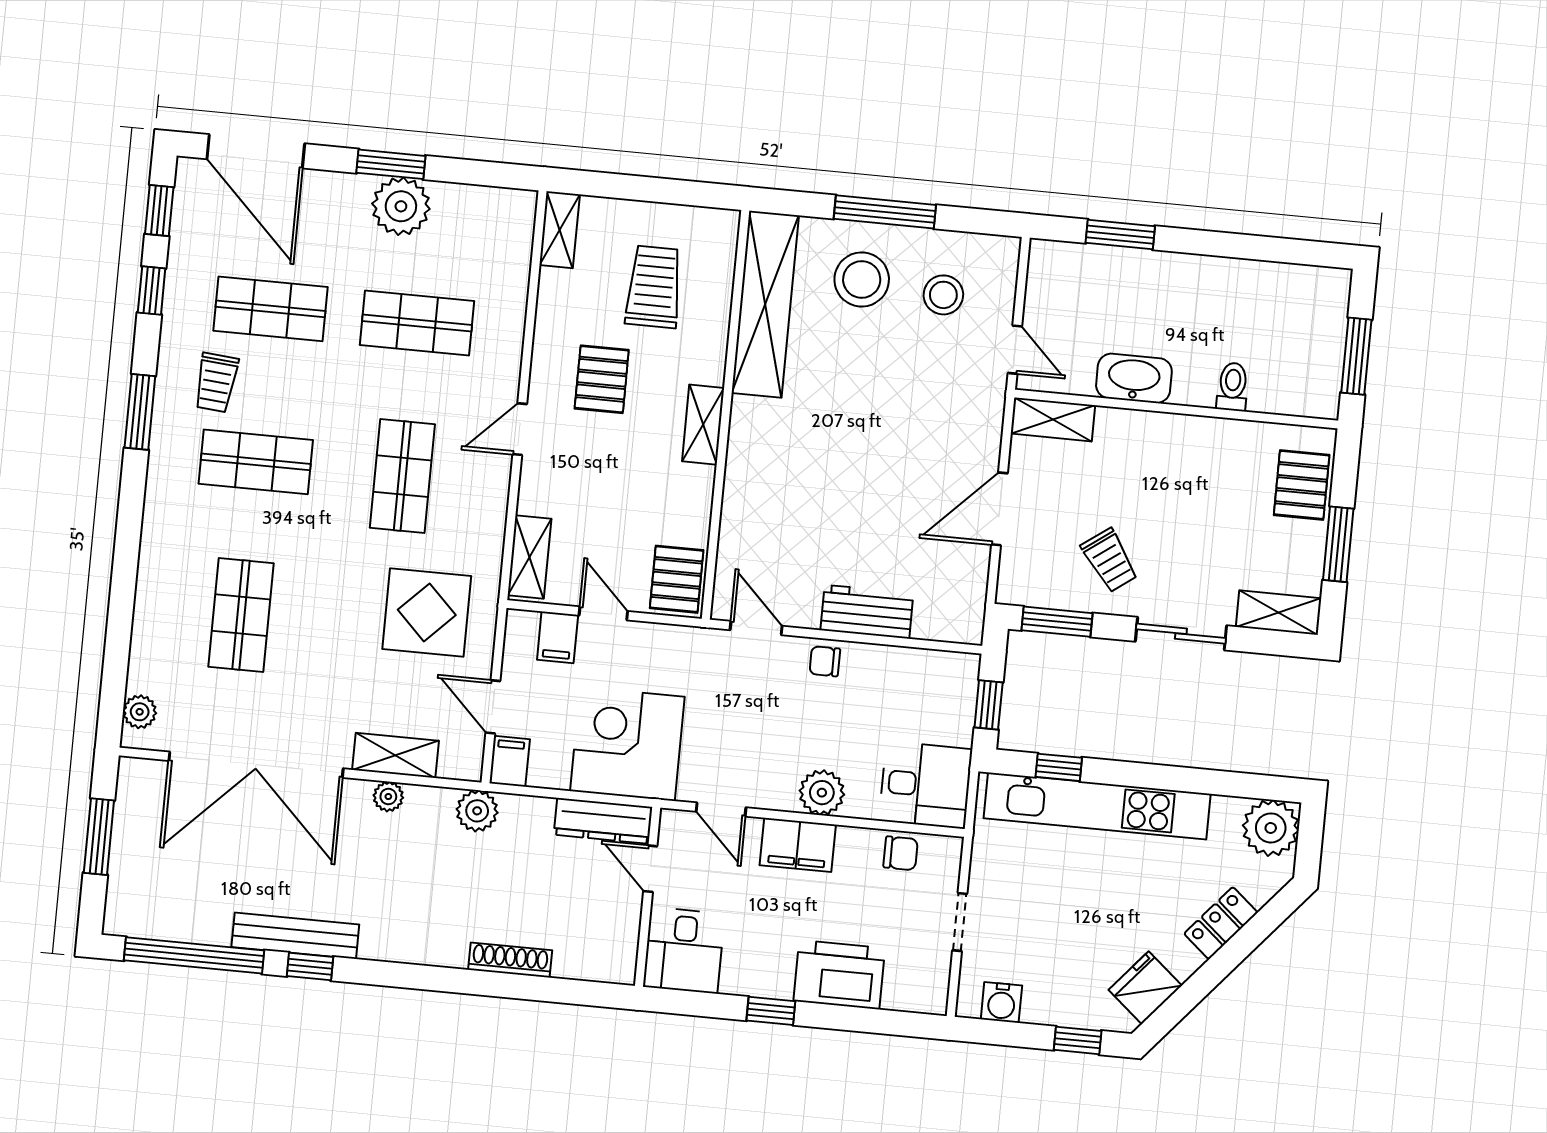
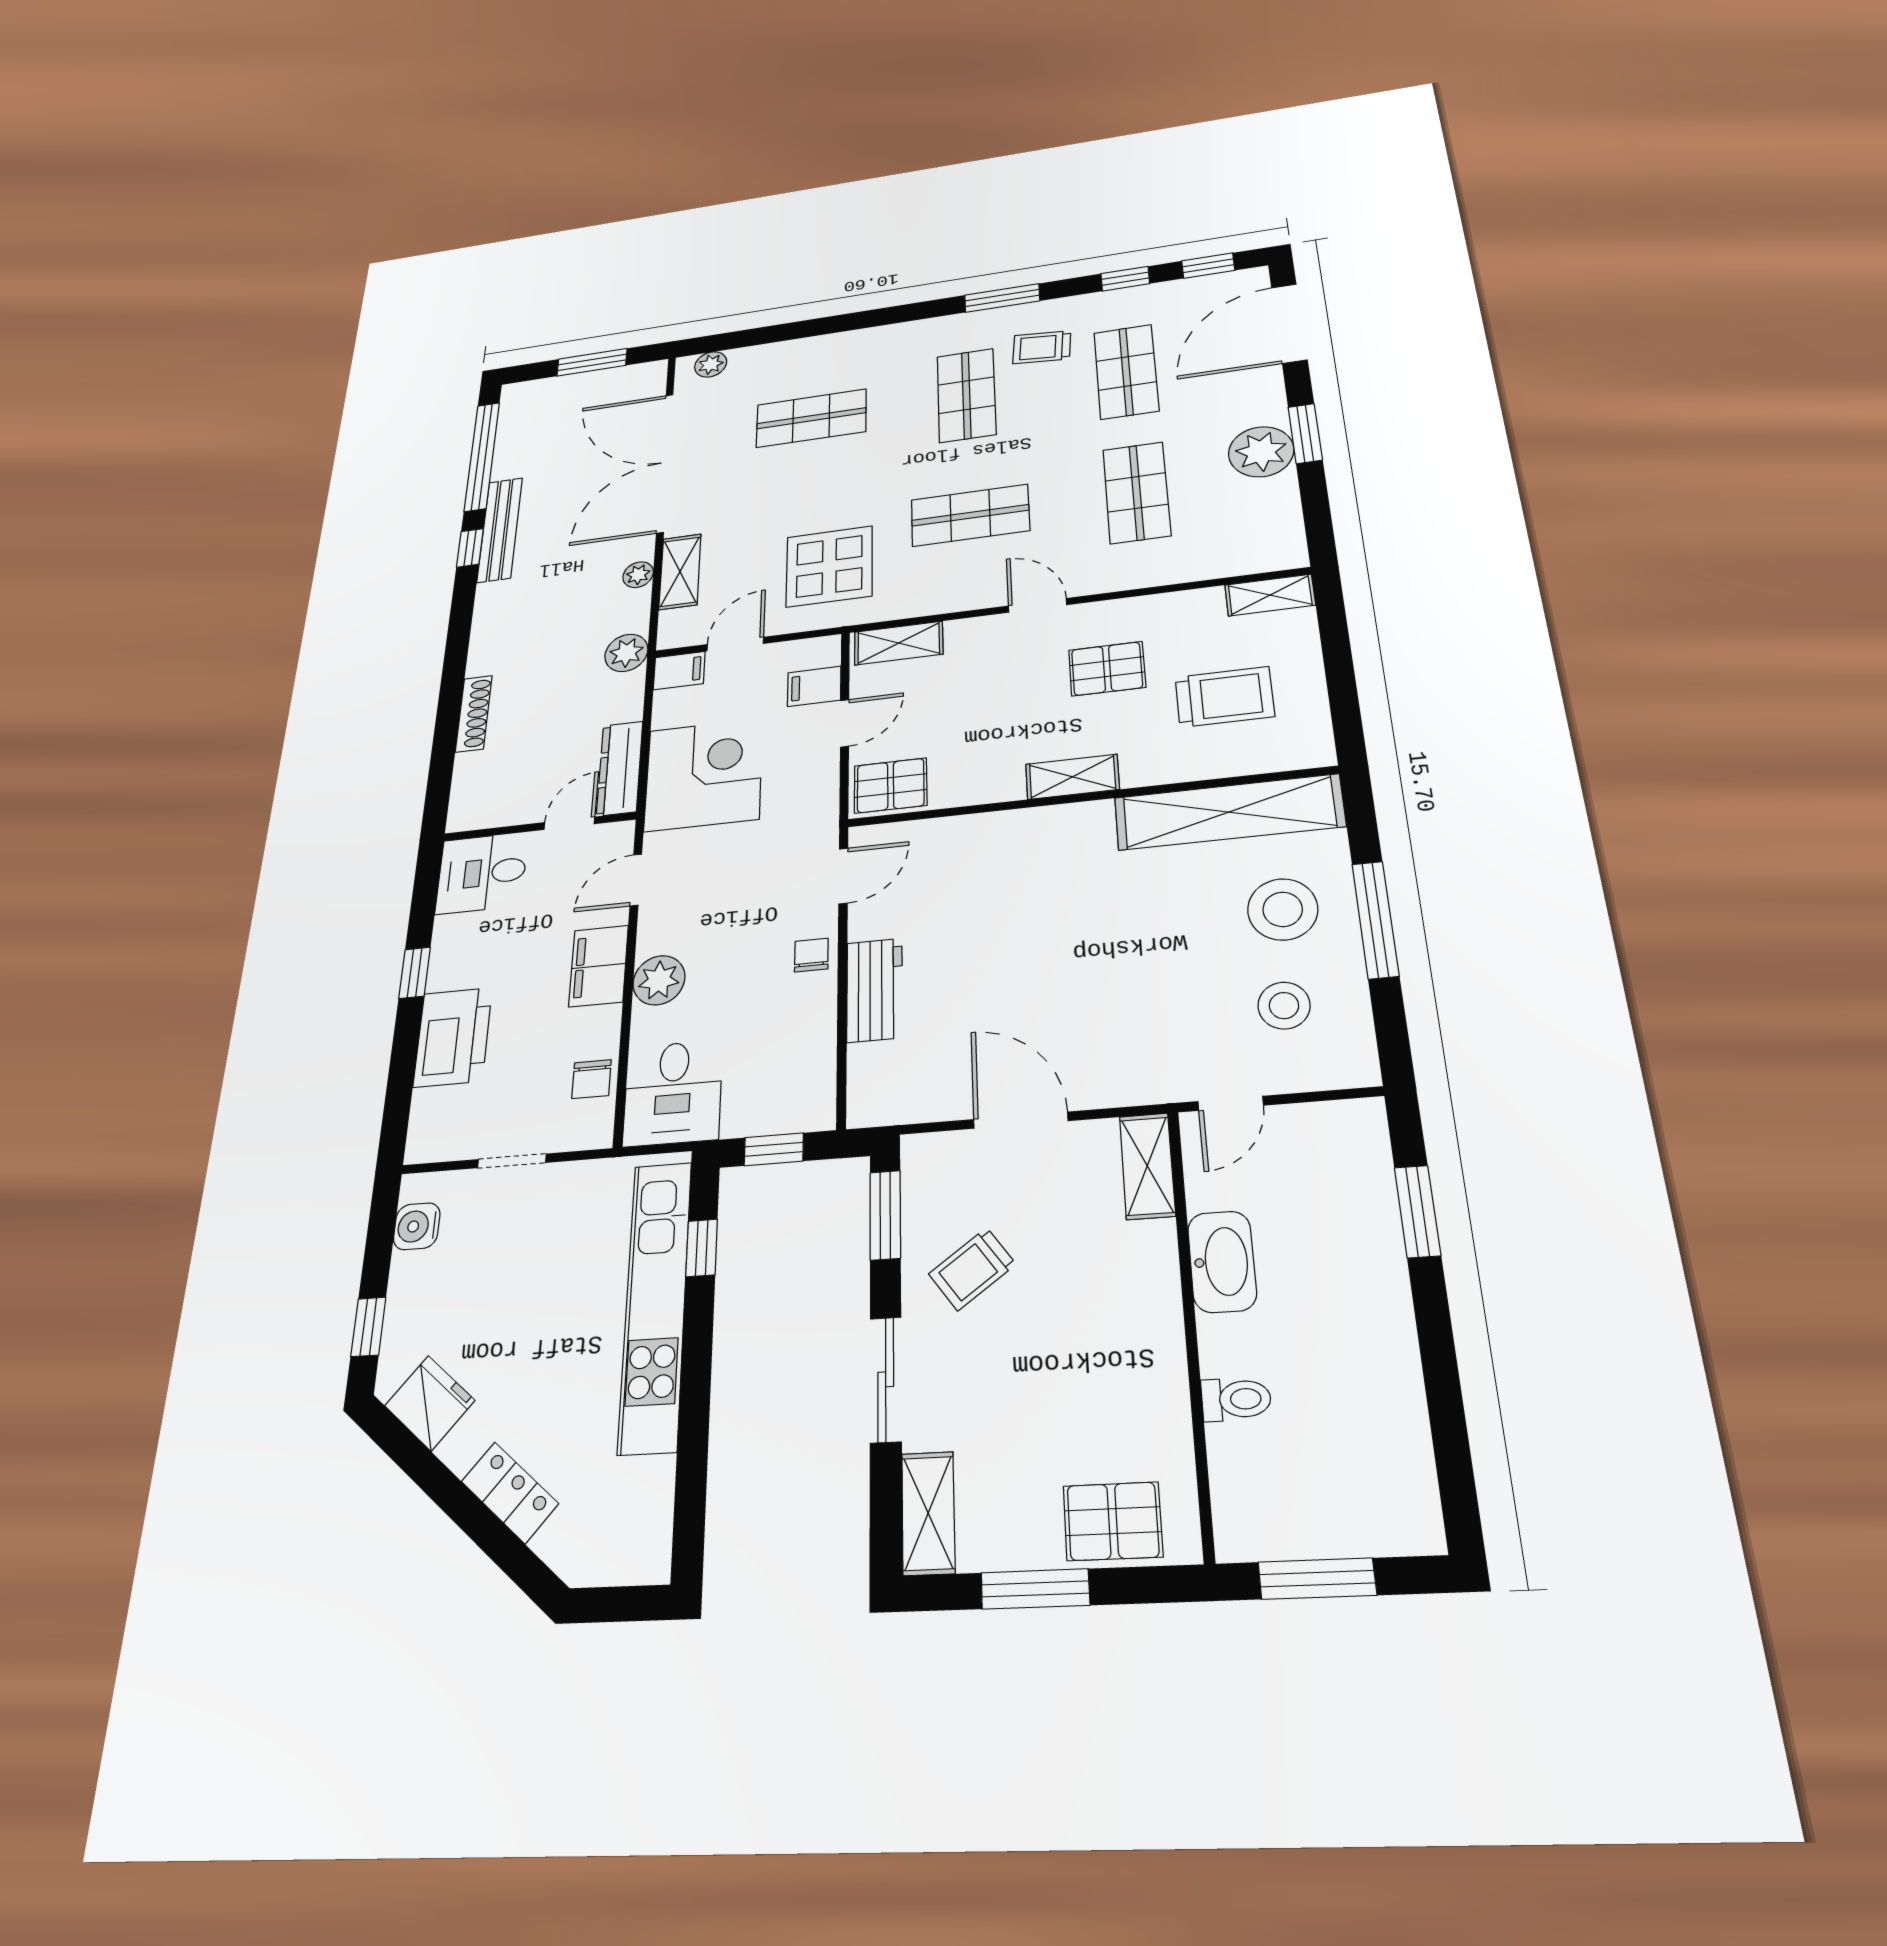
plant: (1271, 828) -> (635, 1544), removed

